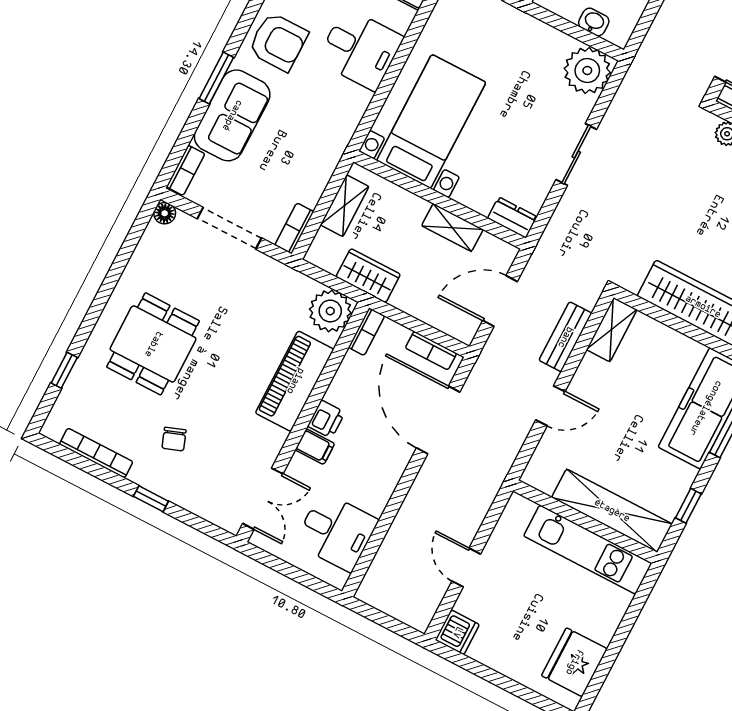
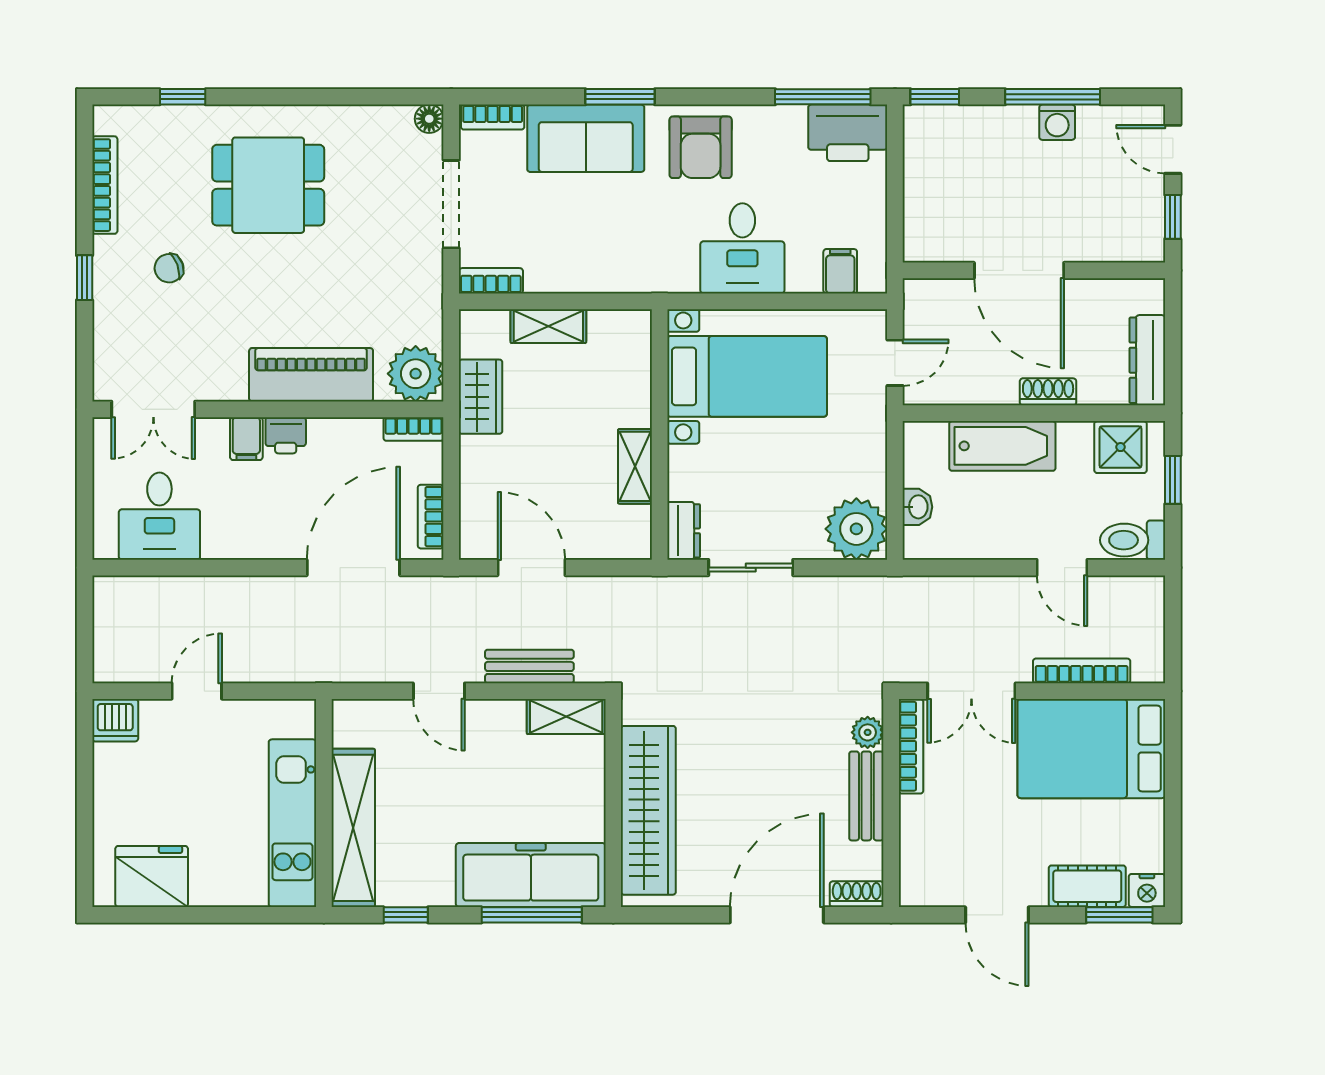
bed with nightstands: (431, 121) -> (747, 376), moved
wall: (440, 200) -> (660, 434), moved
dresser: (512, 218) -> (684, 531), moved
shelving: (452, 228) -> (635, 466), moved

